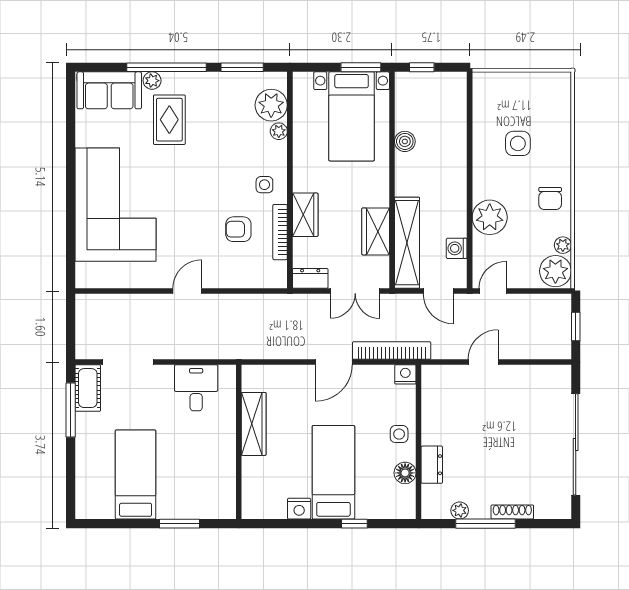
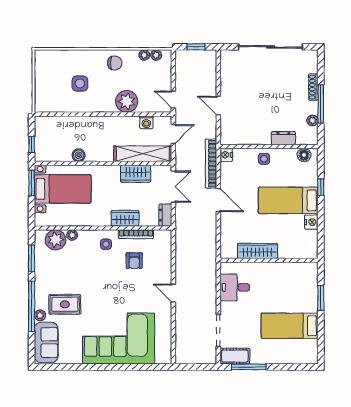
plant: (555, 271) -> (156, 55), width x0.53, depth x0.53
floor lamp: (405, 473) -> (304, 155), moved

